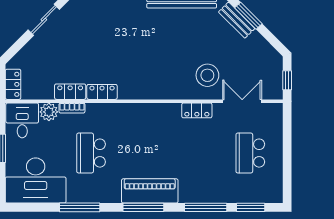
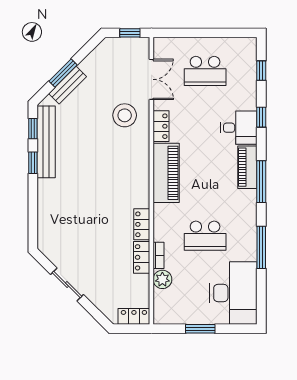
double door: (242, 101) -> (151, 79), swing flipped
piano: (152, 115) -> (166, 173), added
desk: (22, 120) -> (239, 128), moved, turned 180
piano: (150, 191) -> (247, 167), width x0.73, depth x0.75
window: (206, 207) -> (261, 117), width x0.46
window: (251, 207) -> (261, 71), width x0.67

